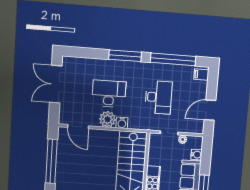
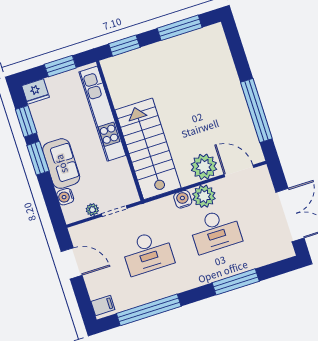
window: (125, 56) -> (236, 282), moved
desk: (159, 97) -> (148, 253), turned -90
door: (210, 110) -> (72, 263), hinge flipped
plant: (100, 138) -> (204, 167), added

